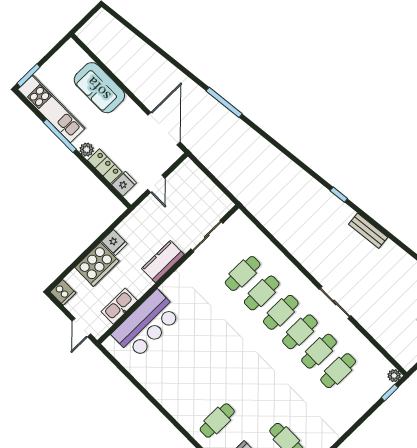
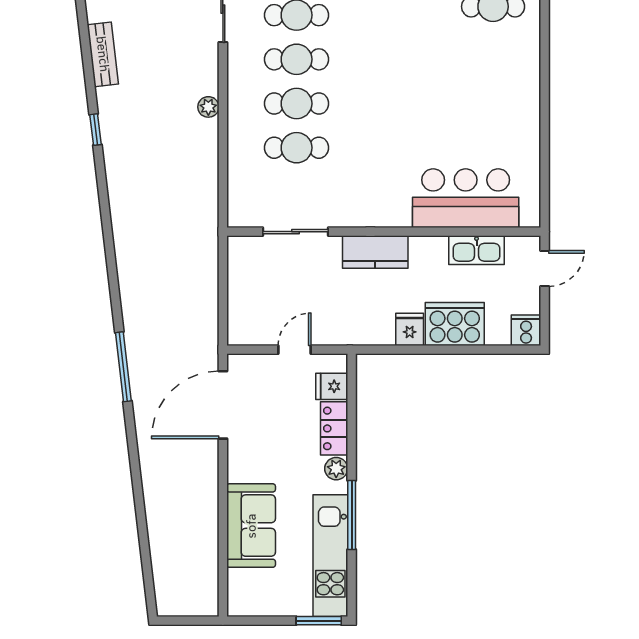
plant: (299, 253) -> (208, 107), added

